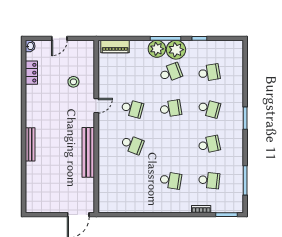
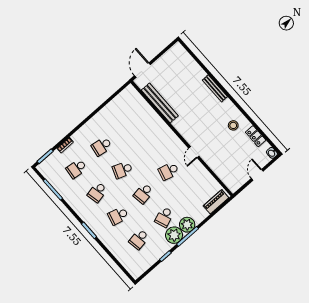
stool: (73, 82) -> (233, 125), moved
school desk: (132, 144) -> (123, 170), moved
bench: (88, 152) -> (160, 103), moved

